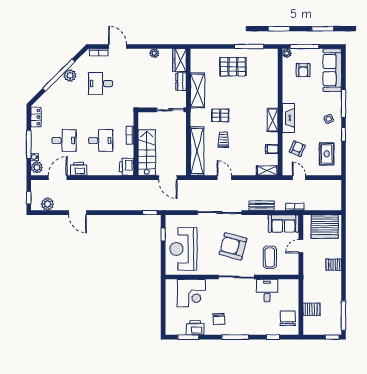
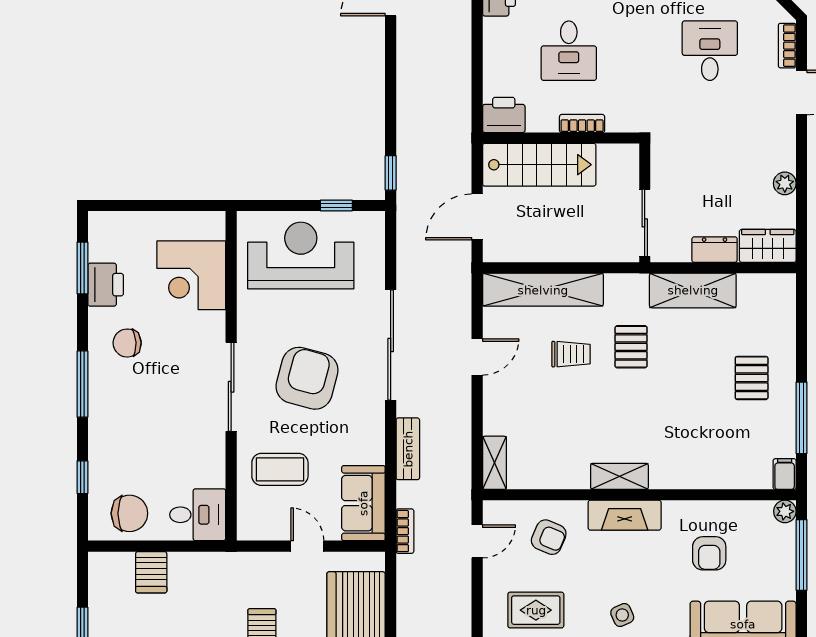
pallet: (233, 67) -> (752, 378), width x0.67, depth x0.71
armchair: (303, 70) -> (709, 553), moved, turned -90
filing cabinet: (272, 149) -> (785, 474), moved
desk: (267, 291) -> (198, 515), moved

